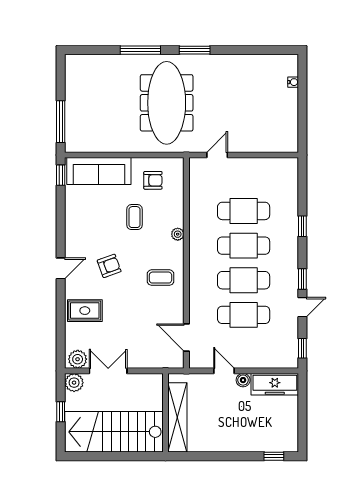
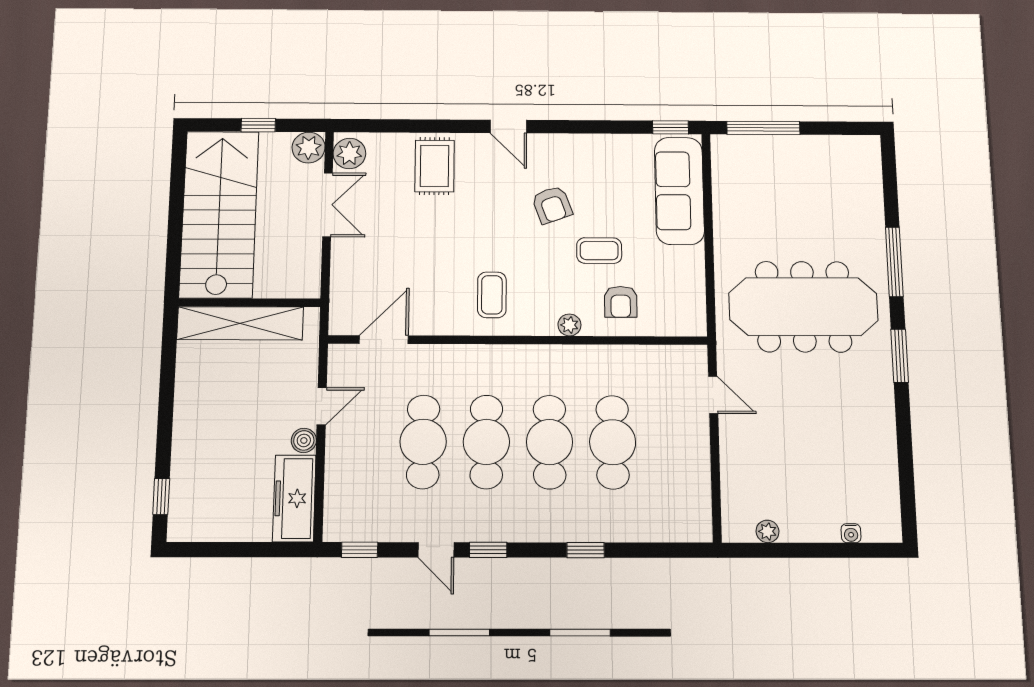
plant: (292, 128) -> (767, 531), added
armchair: (153, 180) -> (621, 302), moved
armchair: (109, 266) -> (552, 205), moved

